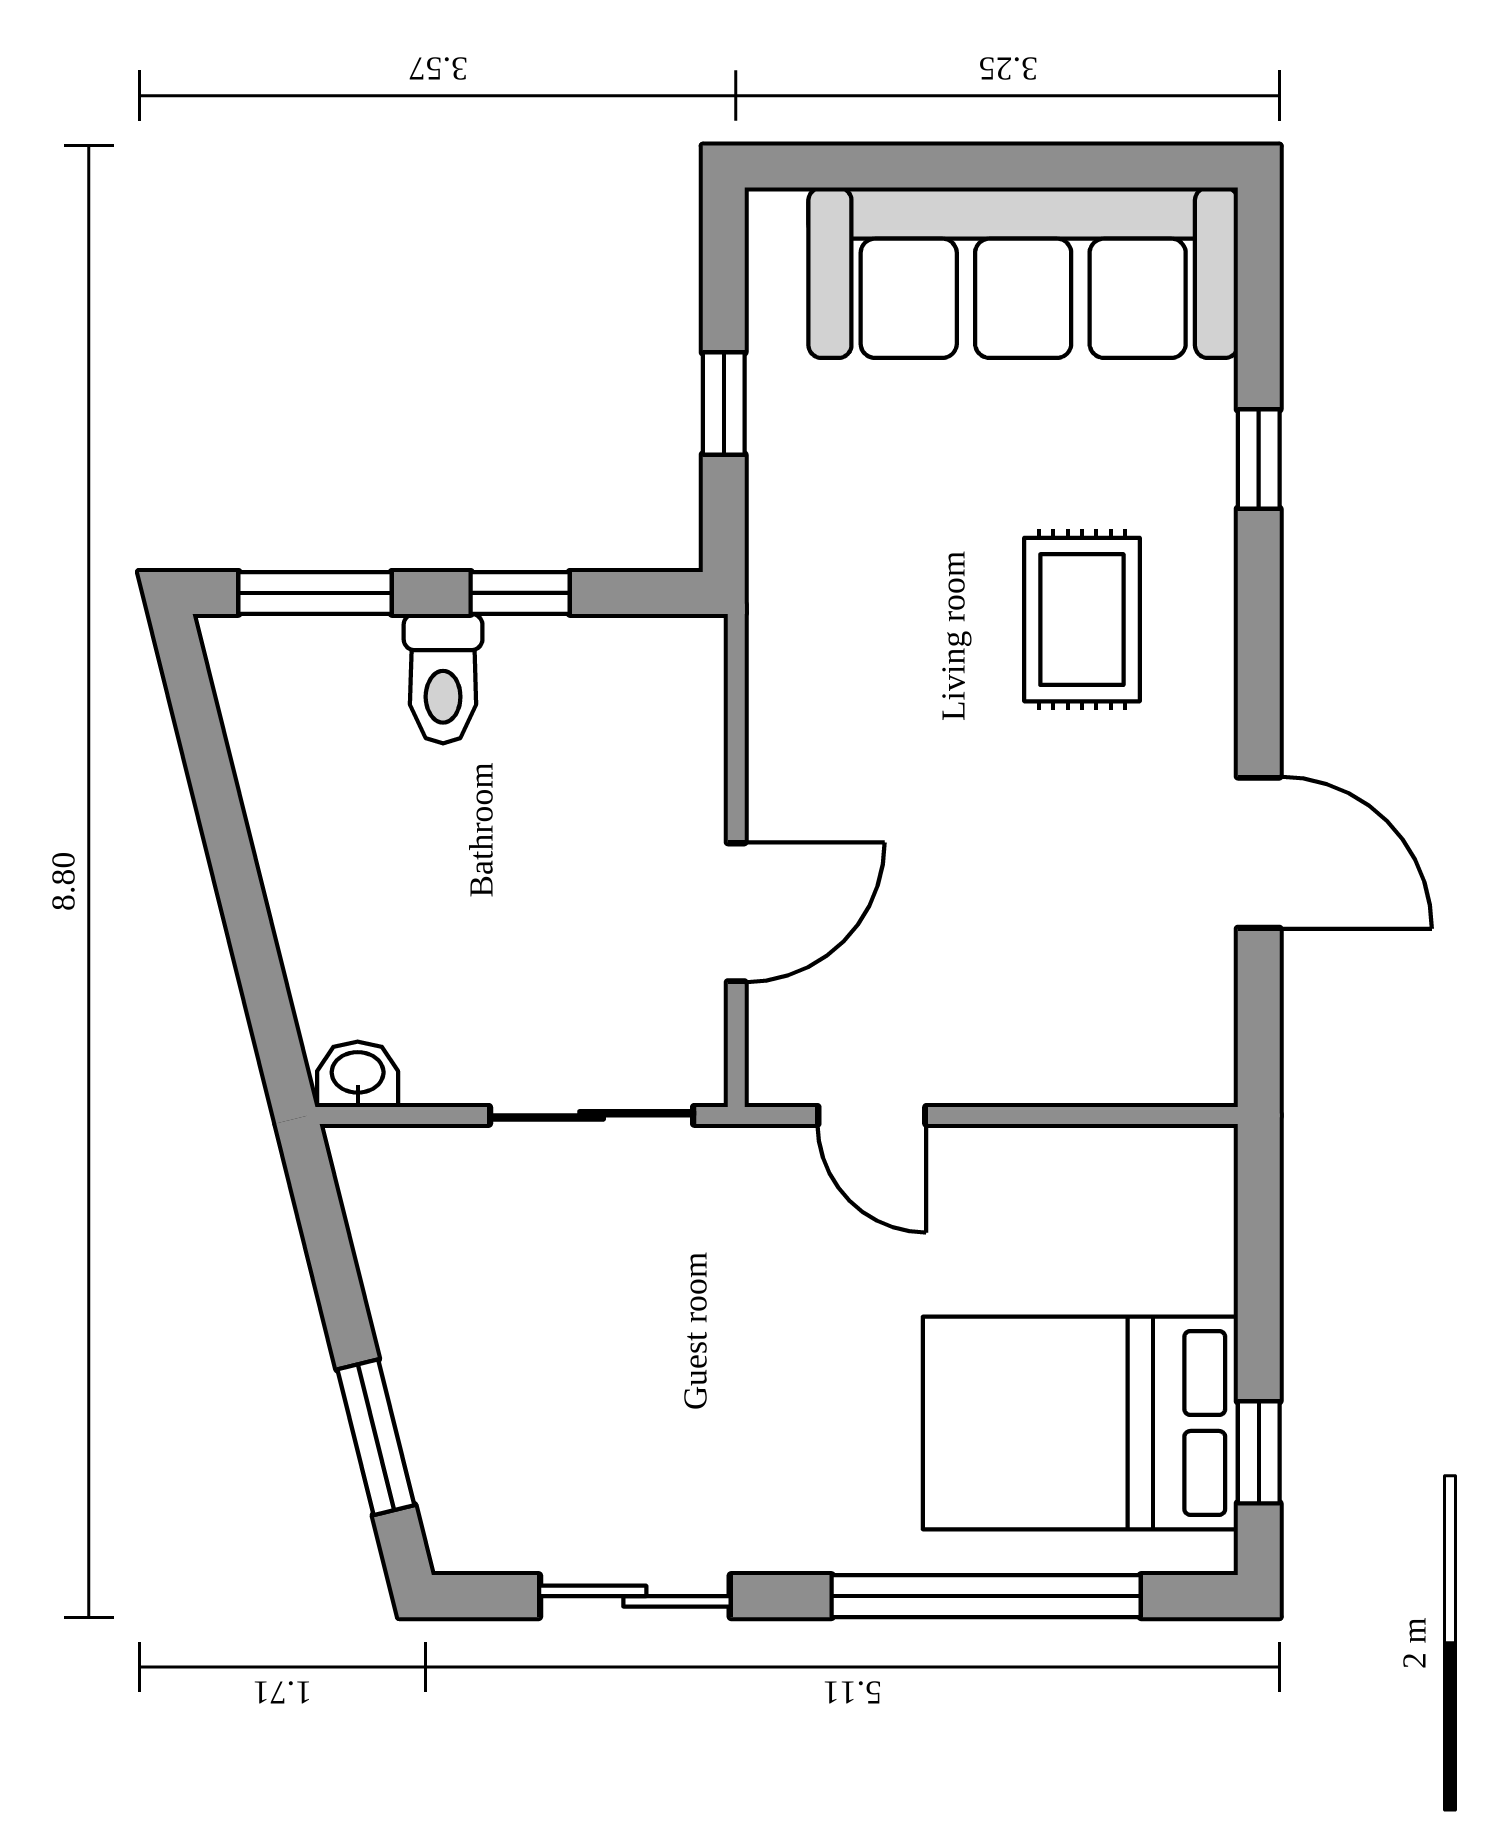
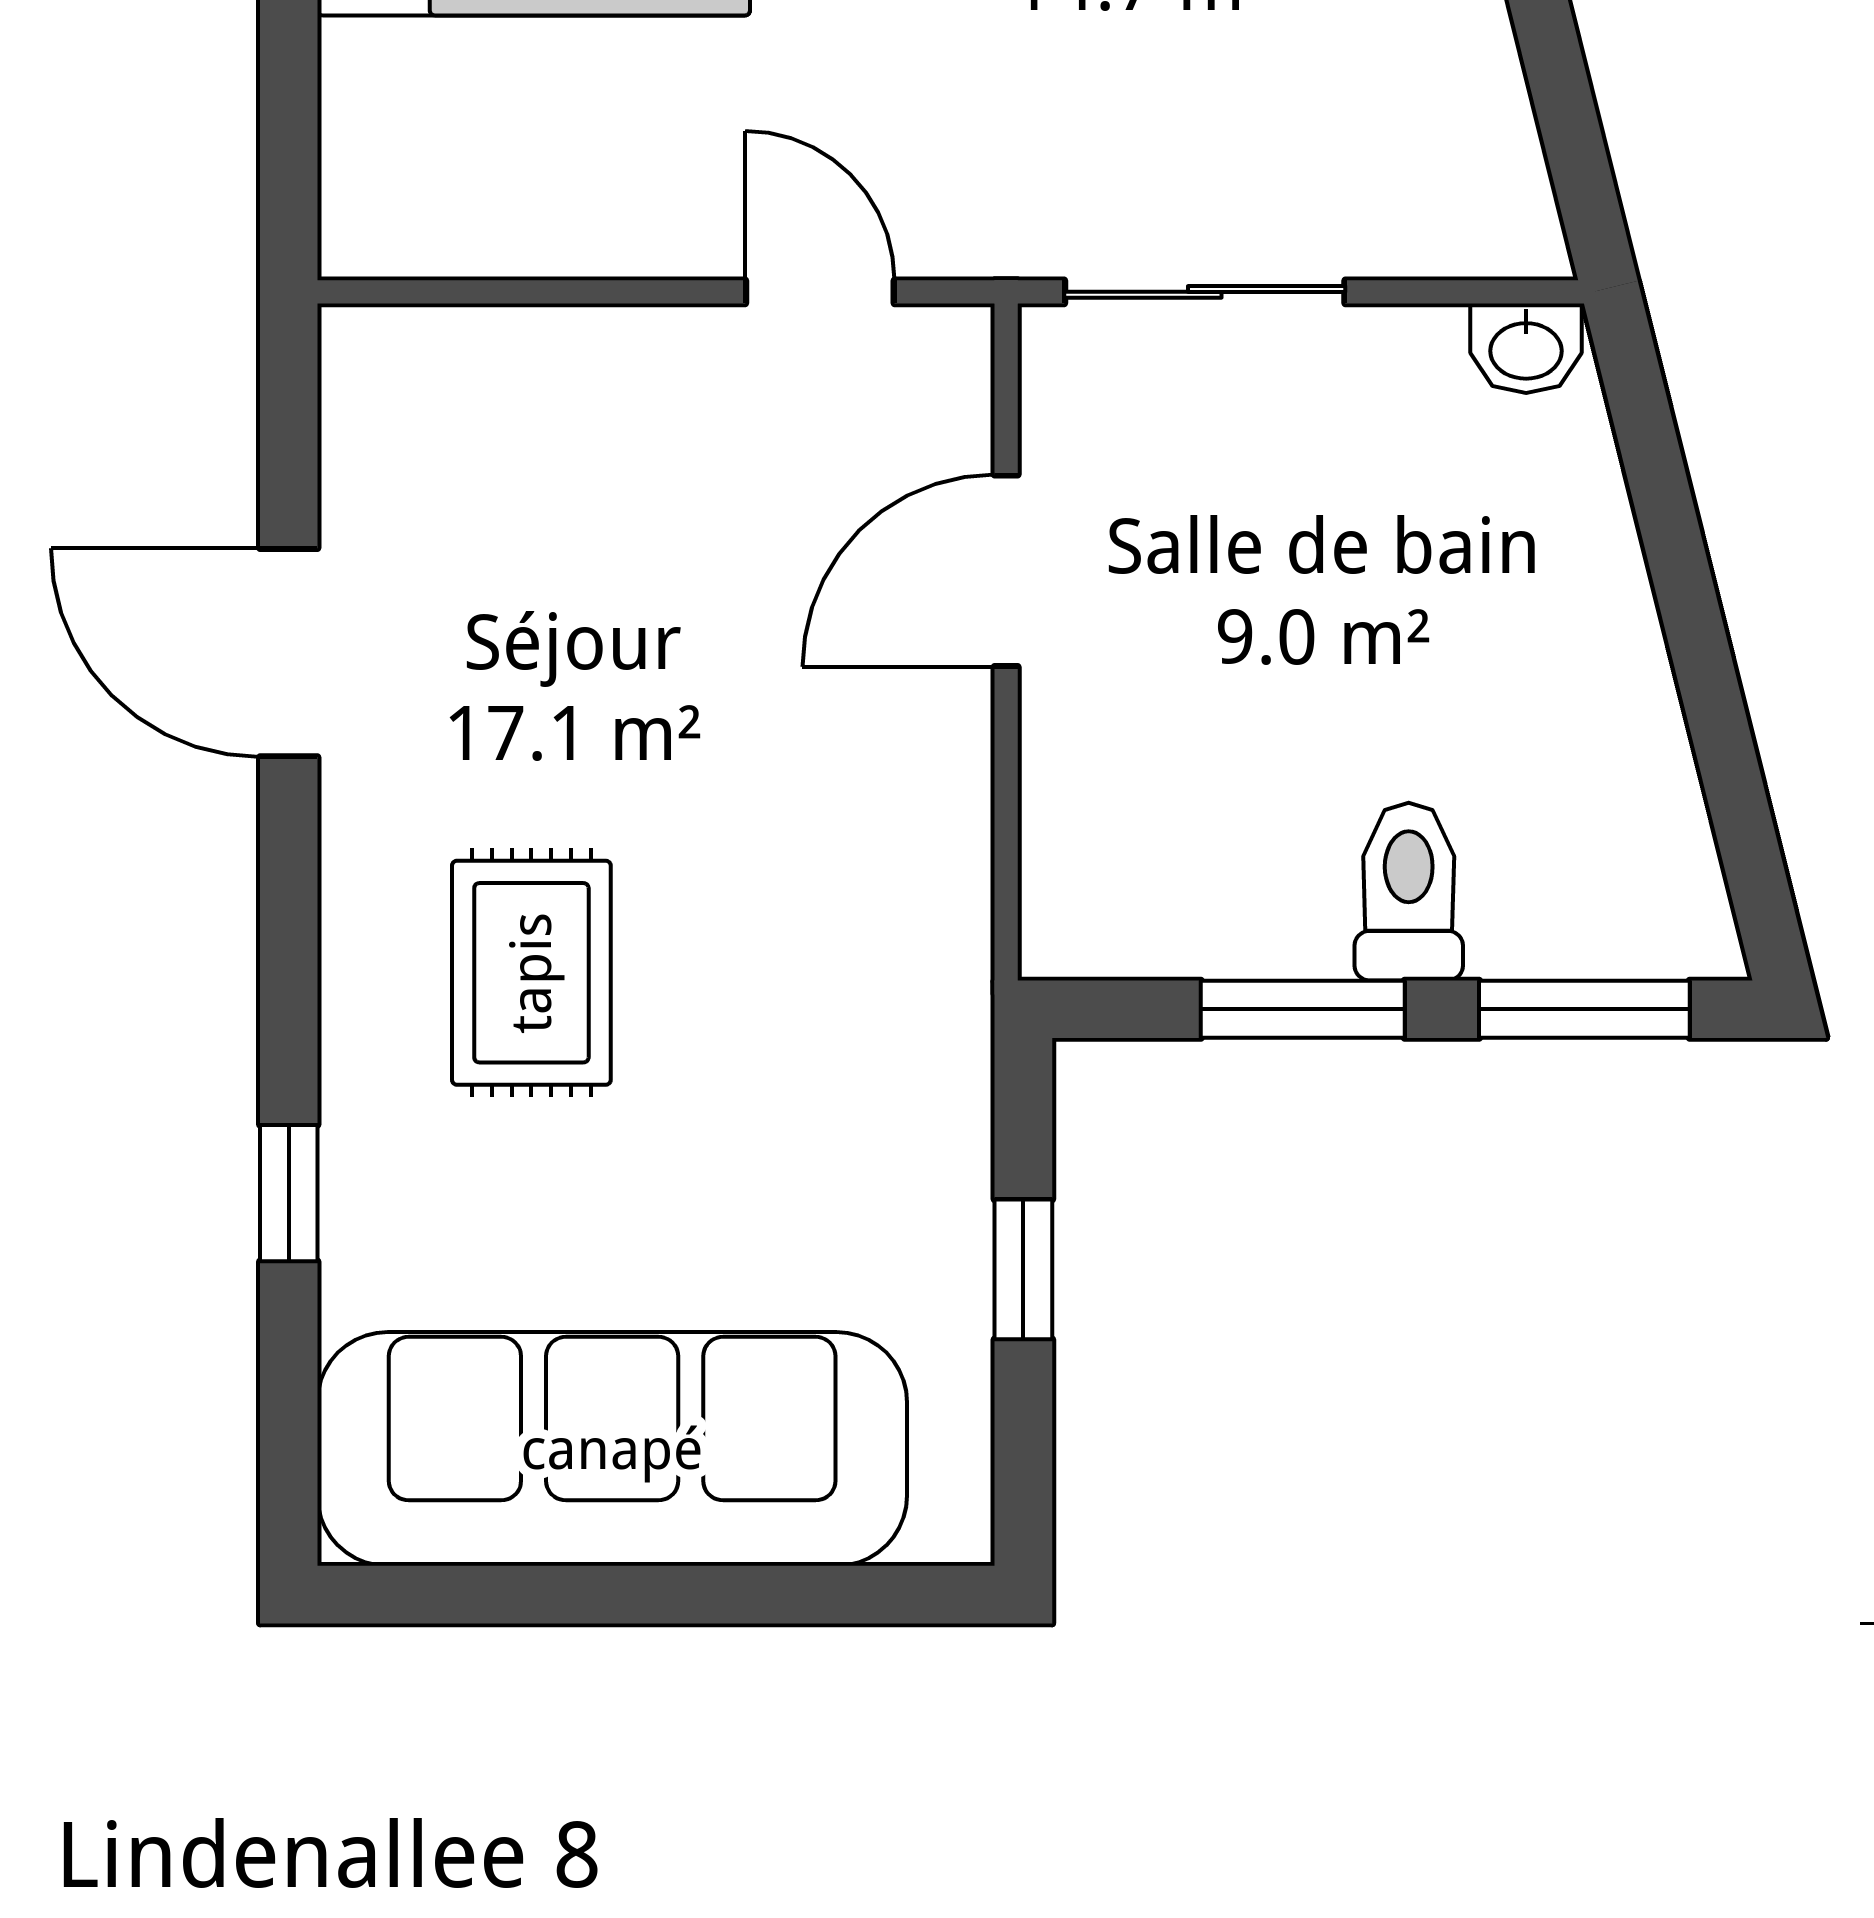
window: (520, 593) -> (1303, 1009), width x1.50

